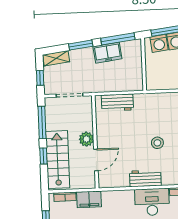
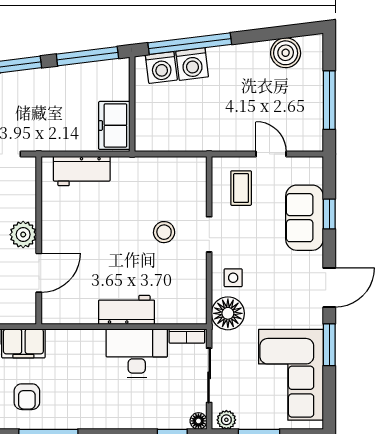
freezer: (107, 53) -> (114, 125), moved, turned 97
stool: (157, 143) -> (164, 232), moved

